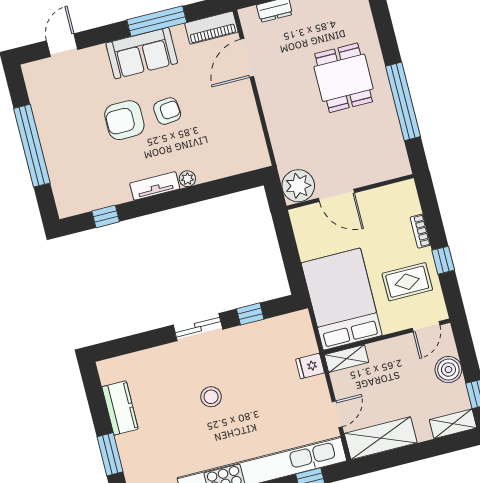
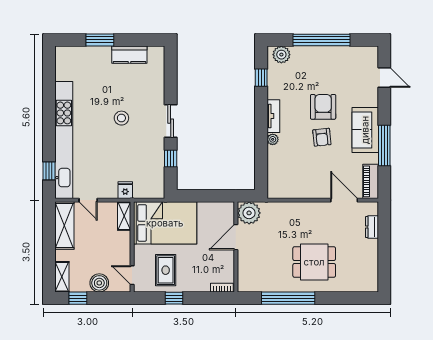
plant: (66, 196) -> (281, 55), added
bookcase: (420, 231) -> (222, 288), moved

